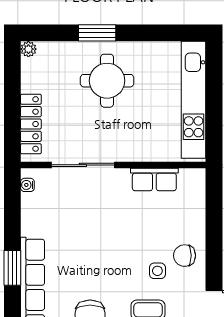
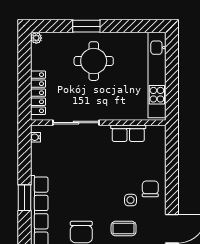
chair: (185, 256) -> (150, 189), turned 90

